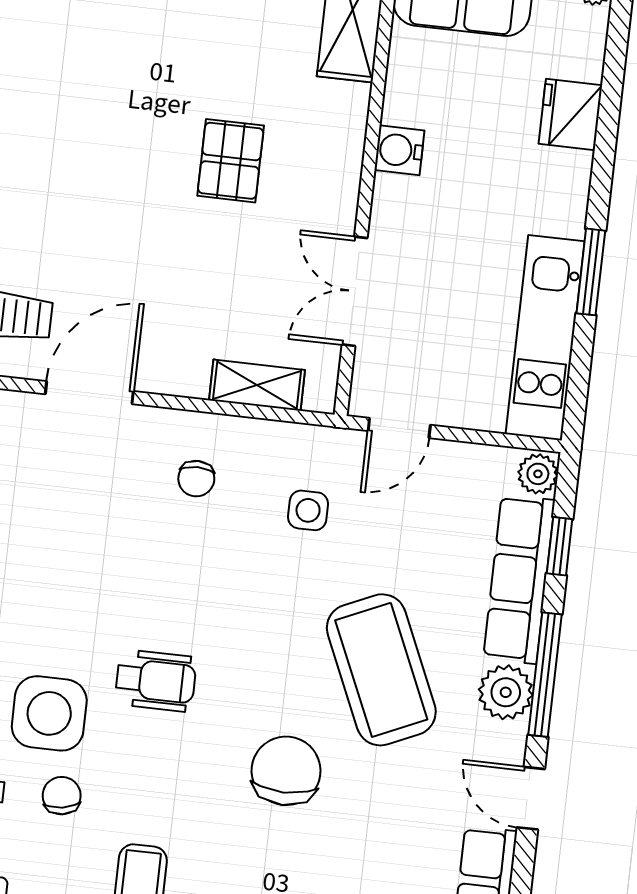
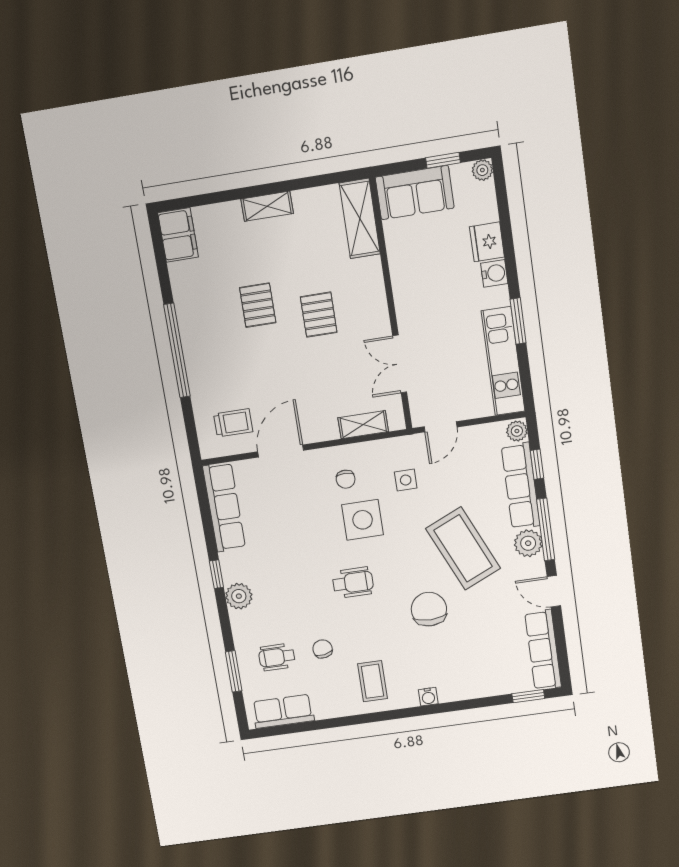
pallet: (124, 113) -> (258, 305), added
water cooler: (399, 150) -> (494, 273), moved, turned 180
side table: (49, 713) -> (363, 520), moved

